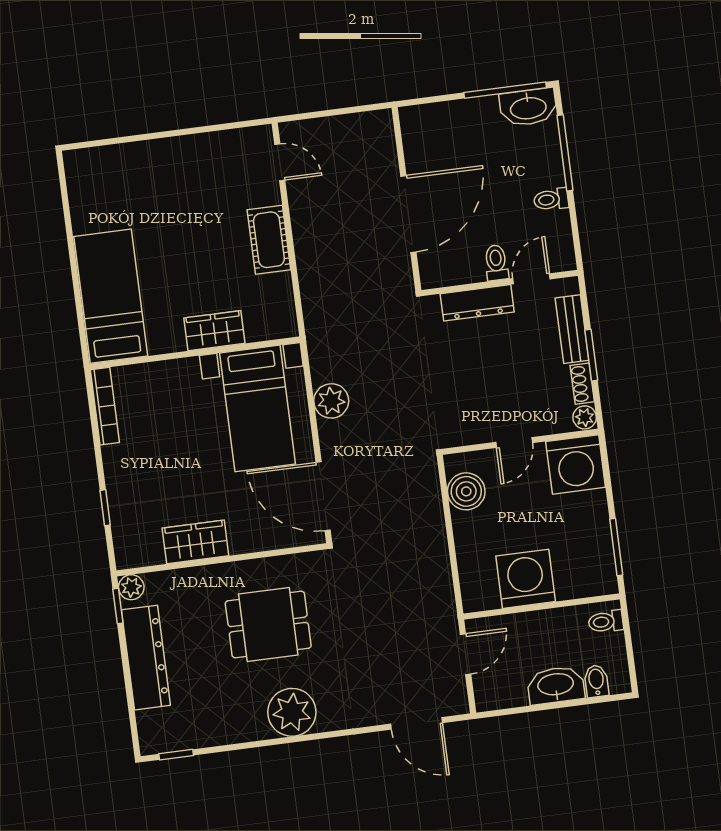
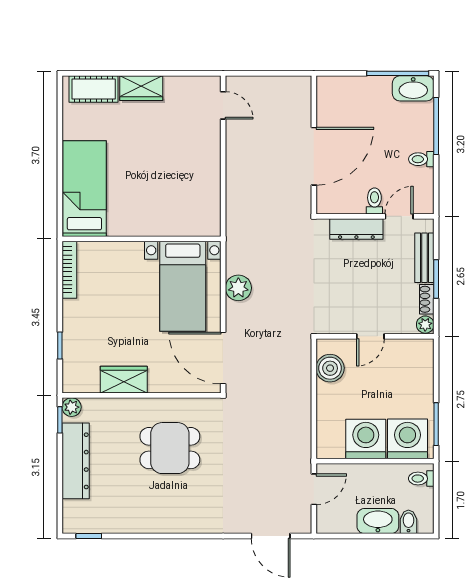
cot: (269, 240) -> (94, 89), moved, turned 90
wardrobe: (214, 331) -> (141, 88), moved, turned 180
washing machine: (576, 464) -> (407, 439), moved, turned 180
plant: (292, 712) -> (179, 516), removed

